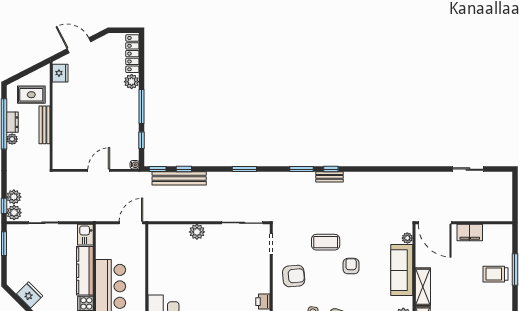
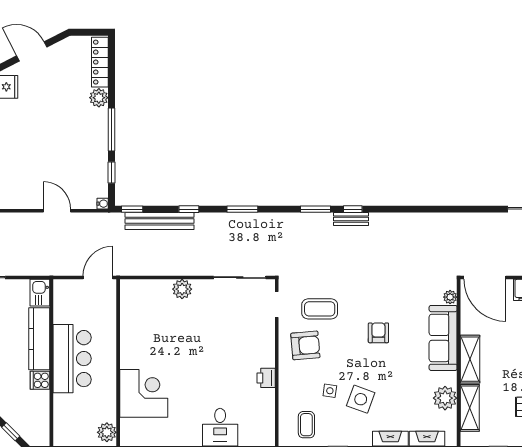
window: (184, 169) -> (189, 209), moved
door: (99, 170) -> (57, 211), hinge flipped
coffee table: (326, 242) -> (320, 309), moved

